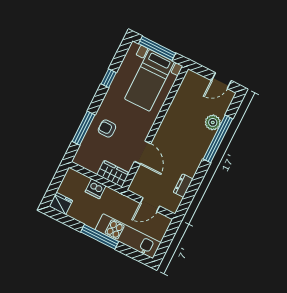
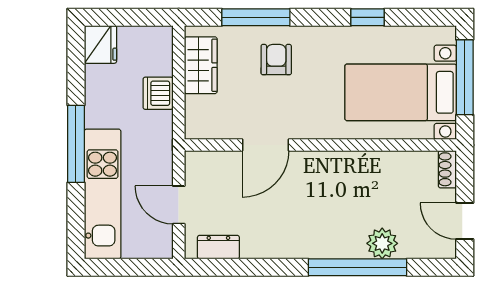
shoe rack: (194, 77) -> (447, 169), added
wardrobe: (113, 174) -> (201, 65), moved
dresser: (183, 186) -> (218, 247), moved

